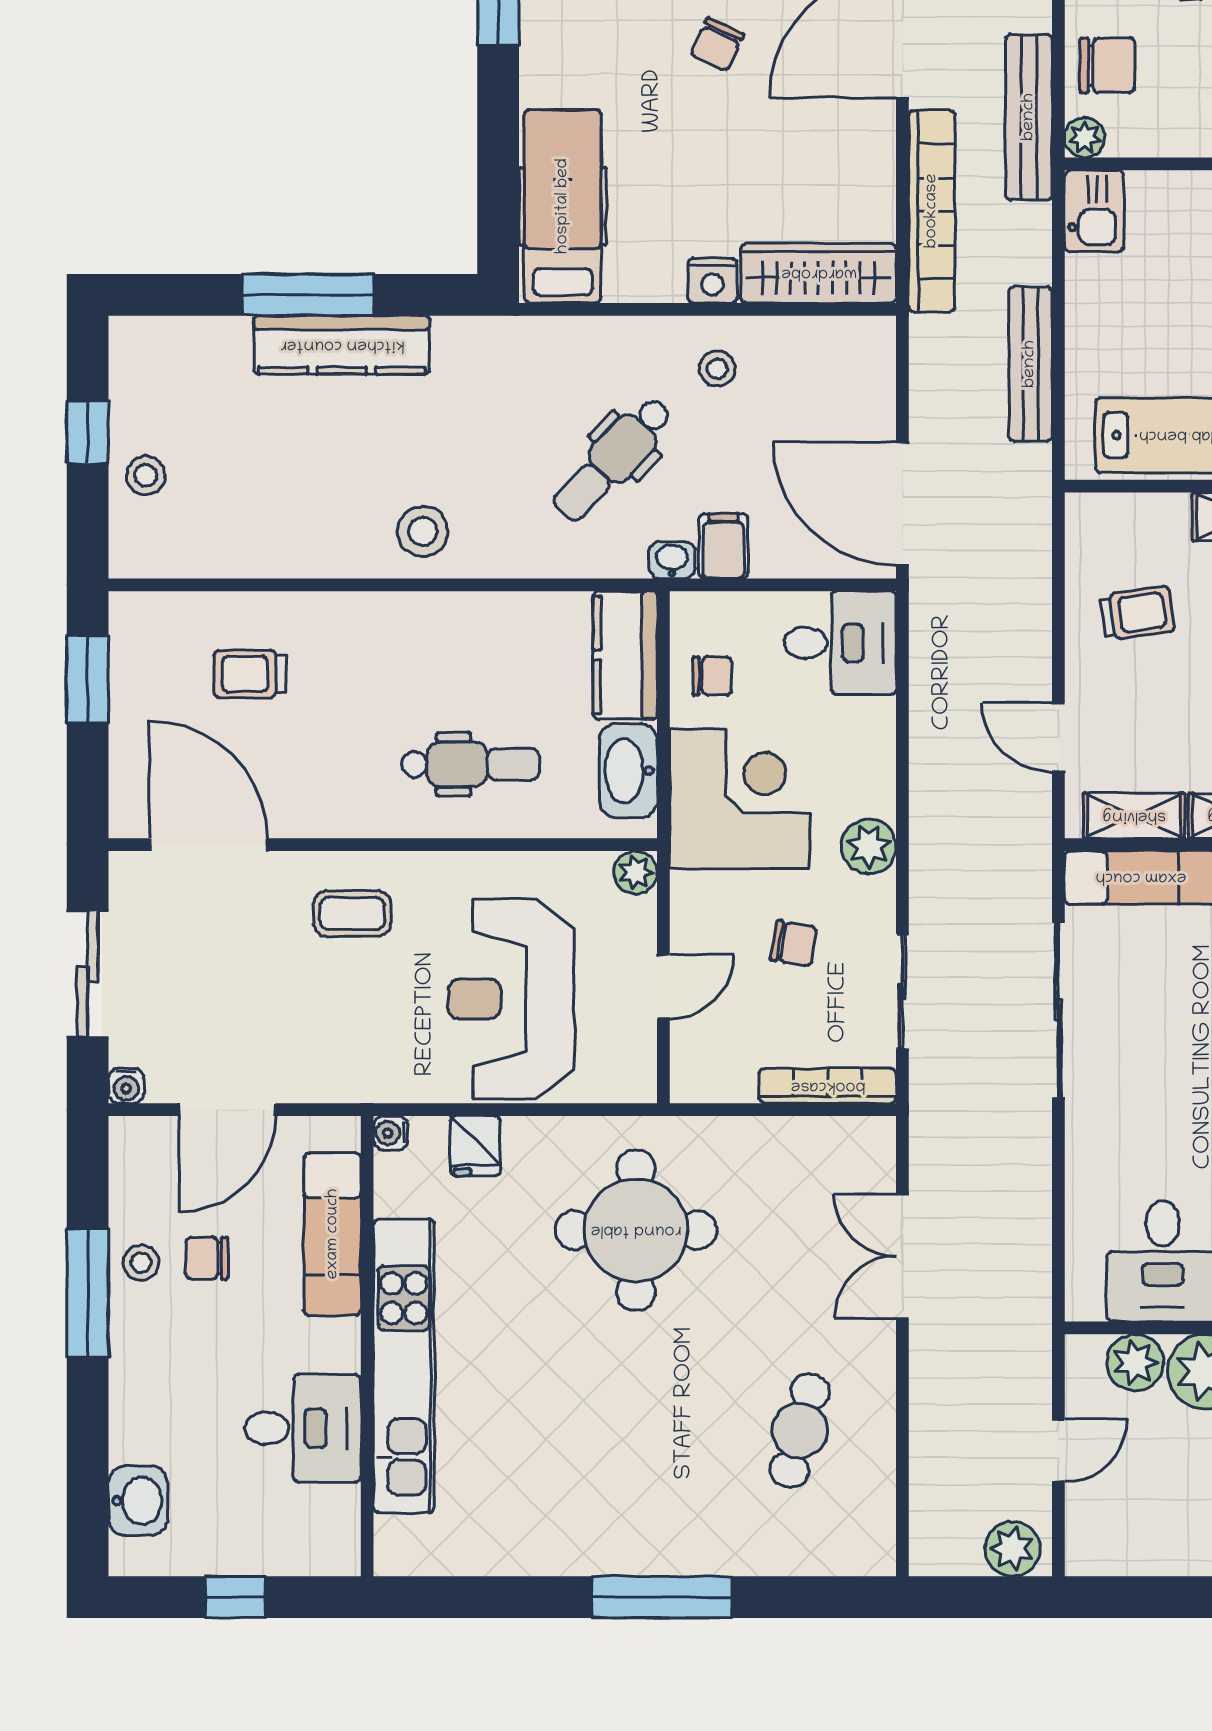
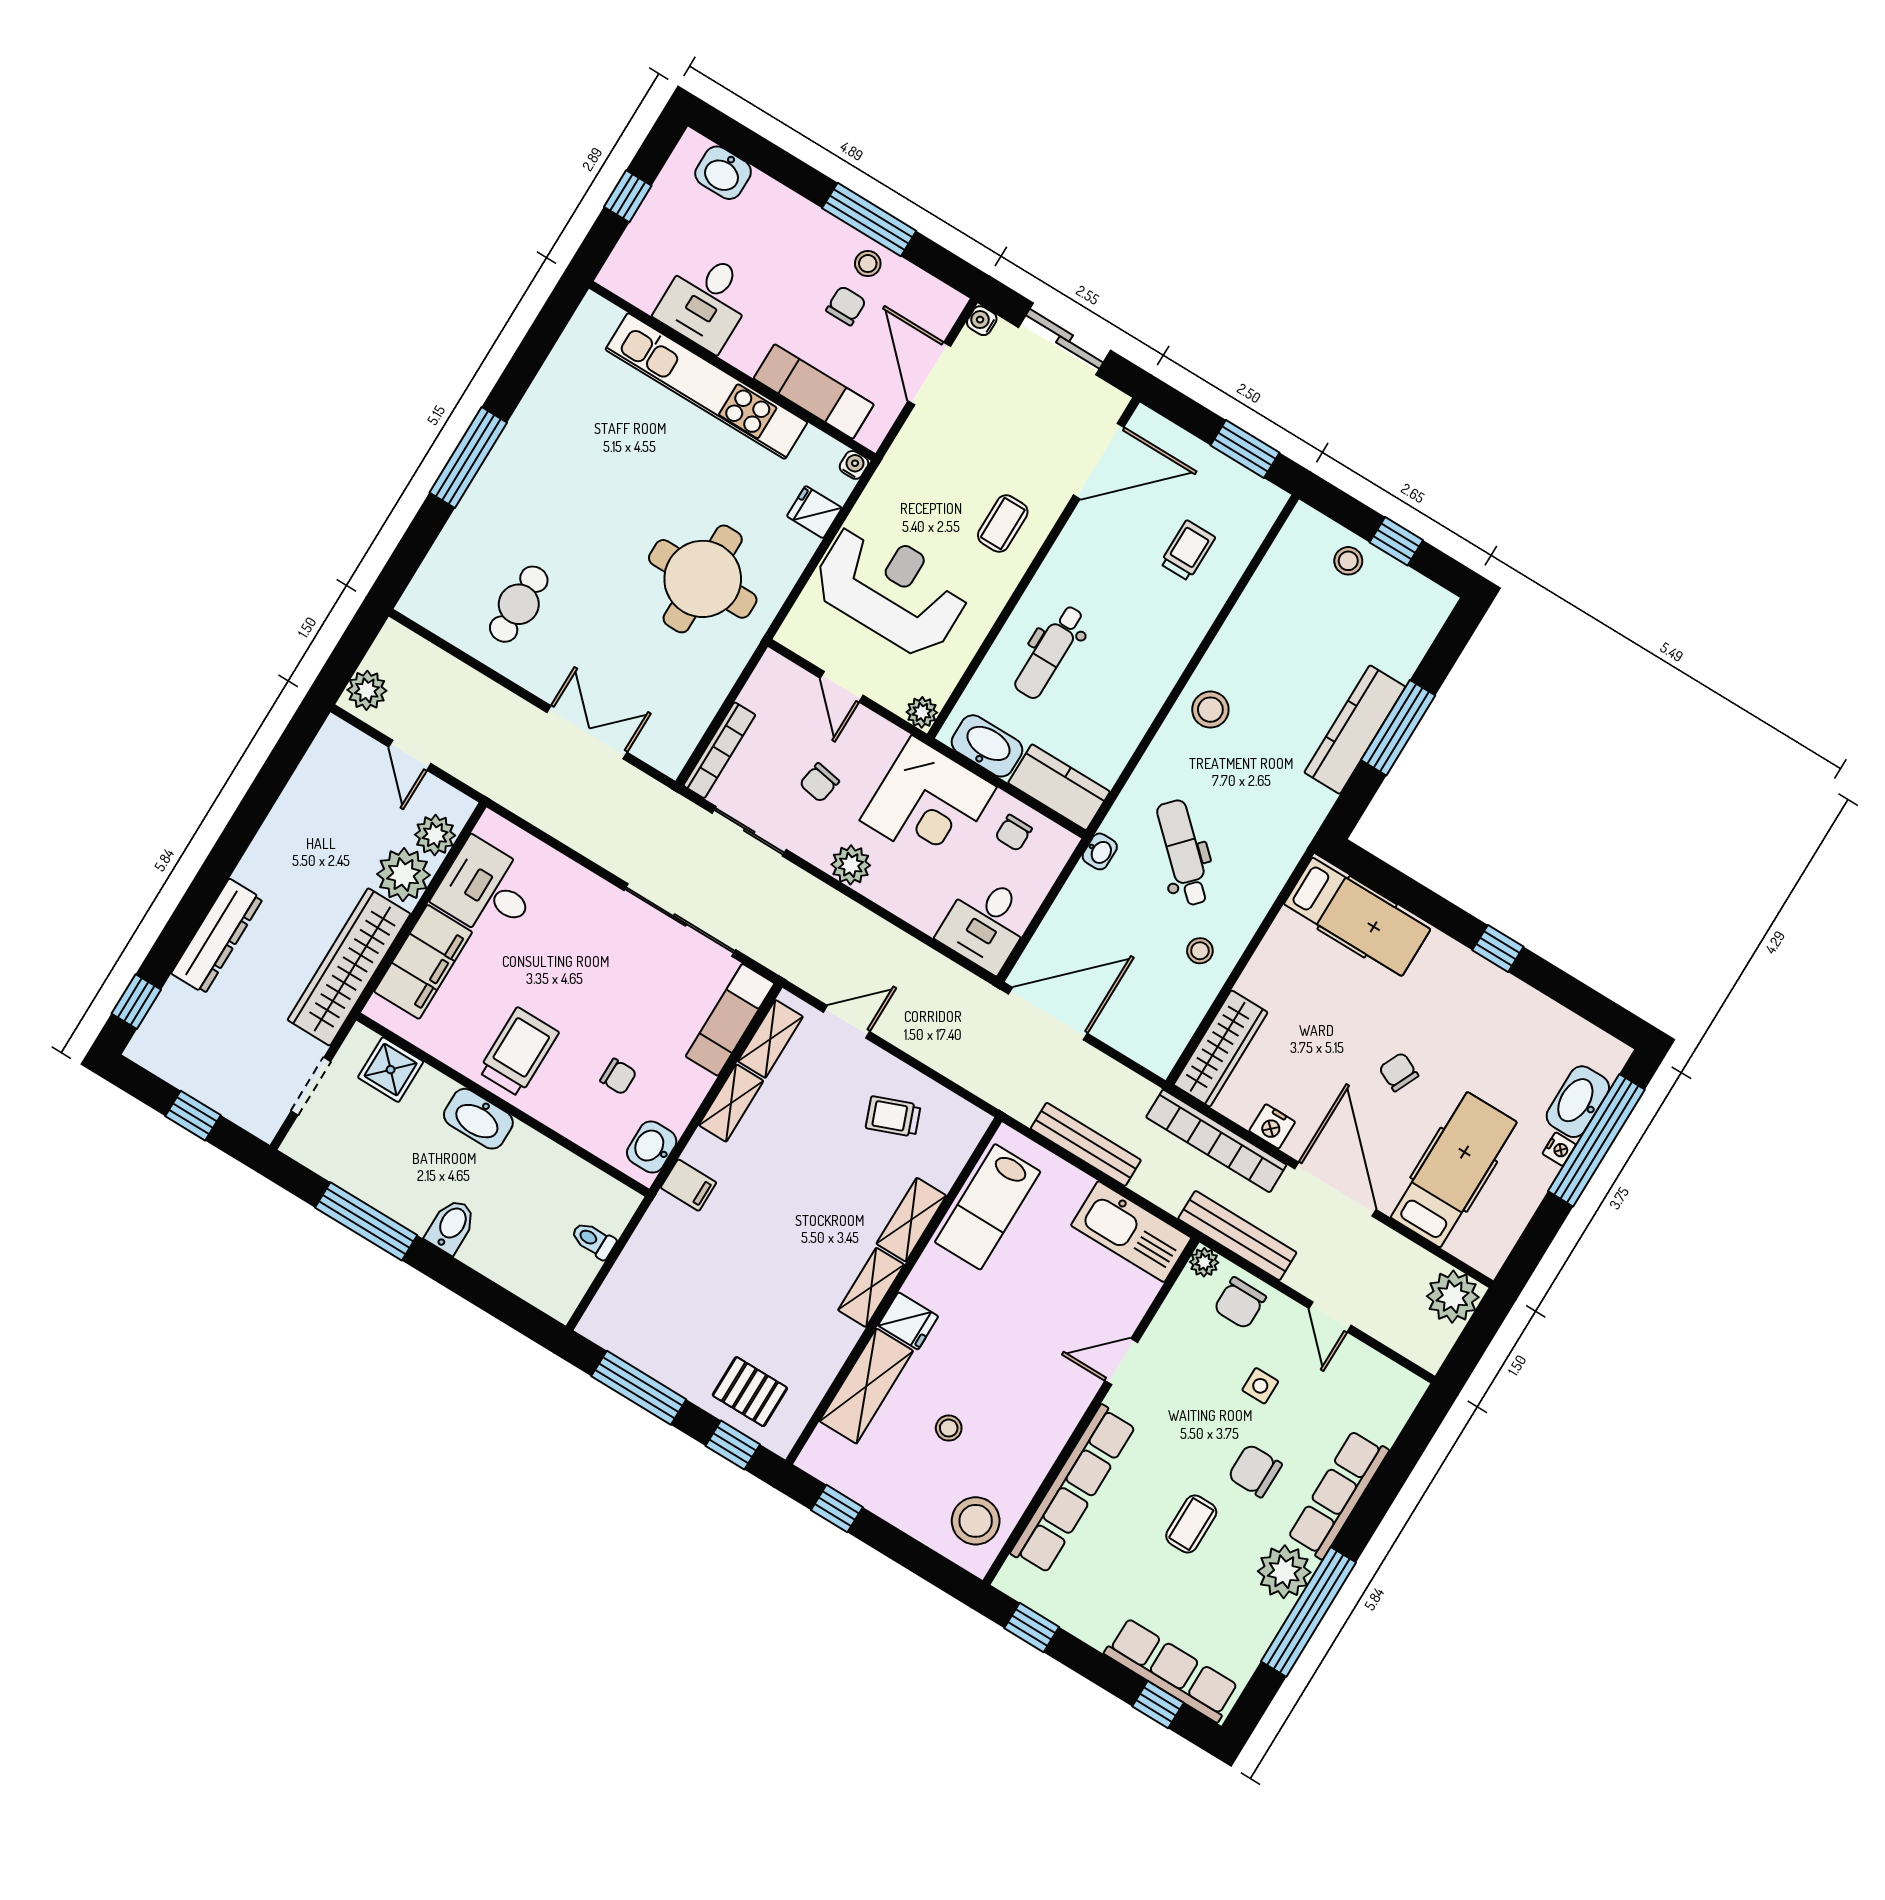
kitchen sink: (1094, 211) -> (1131, 1232), width x1.88, depth x1.24
nightstand: (712, 281) -> (1272, 1126), moved, turned -90
filing cabinet: (723, 546) -> (1089, 888), removed
trolley: (1137, 613) -> (893, 1117), turned 77
cafe table: (800, 1431) -> (519, 604), turned 75

